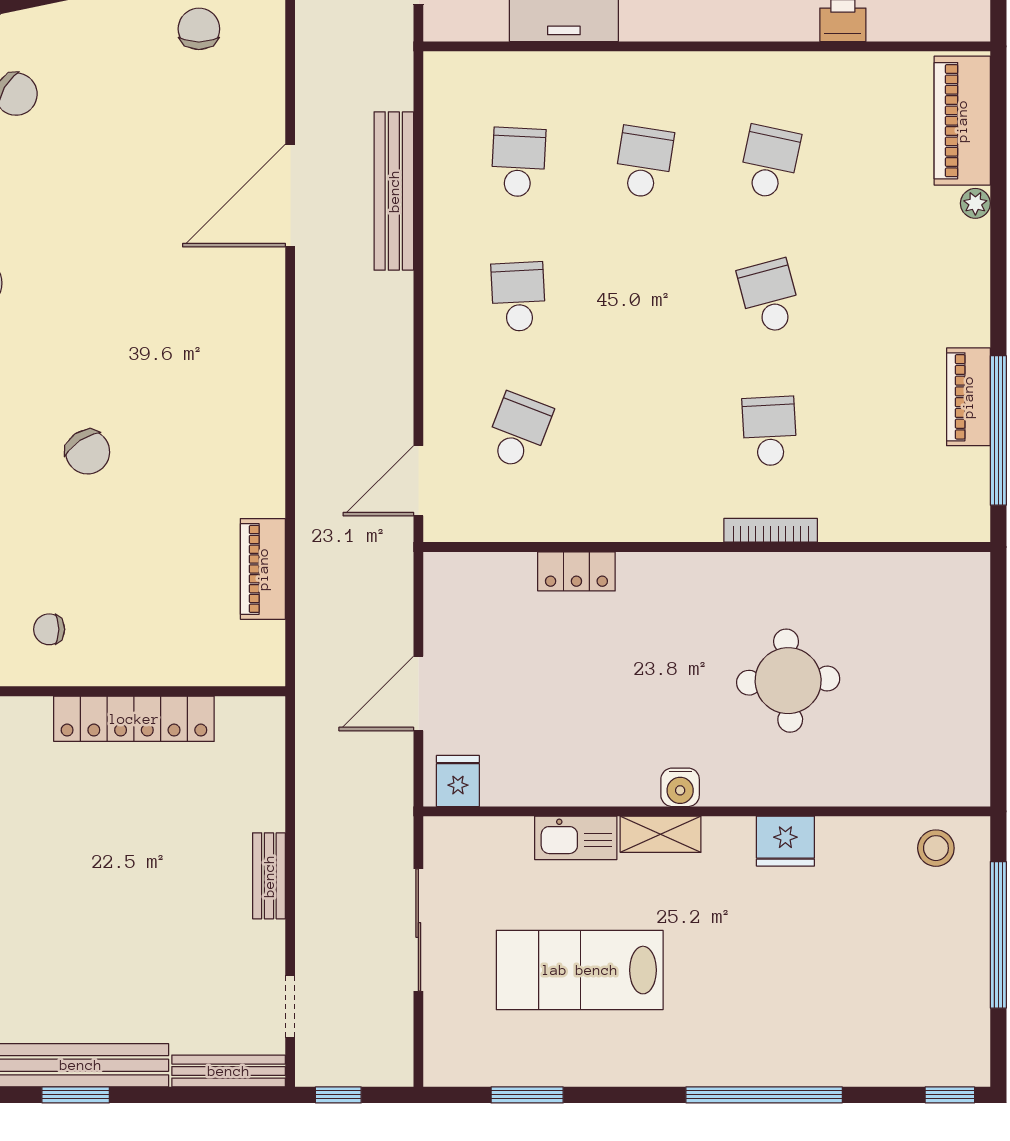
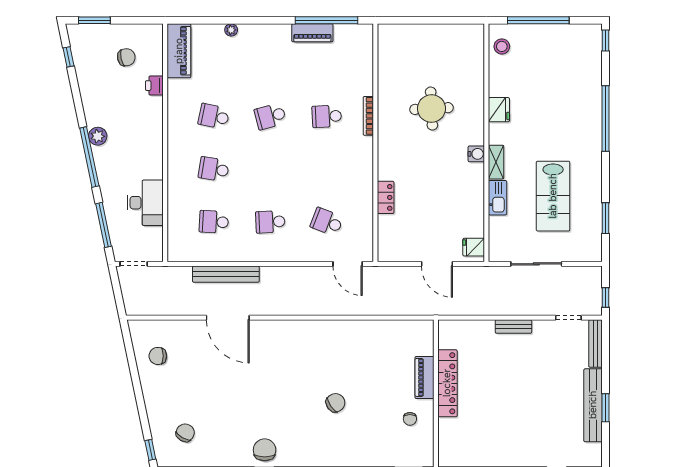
piano: (962, 121) -> (179, 51), moved, turned -90
piano: (263, 569) -> (424, 377), moved, turned 90

